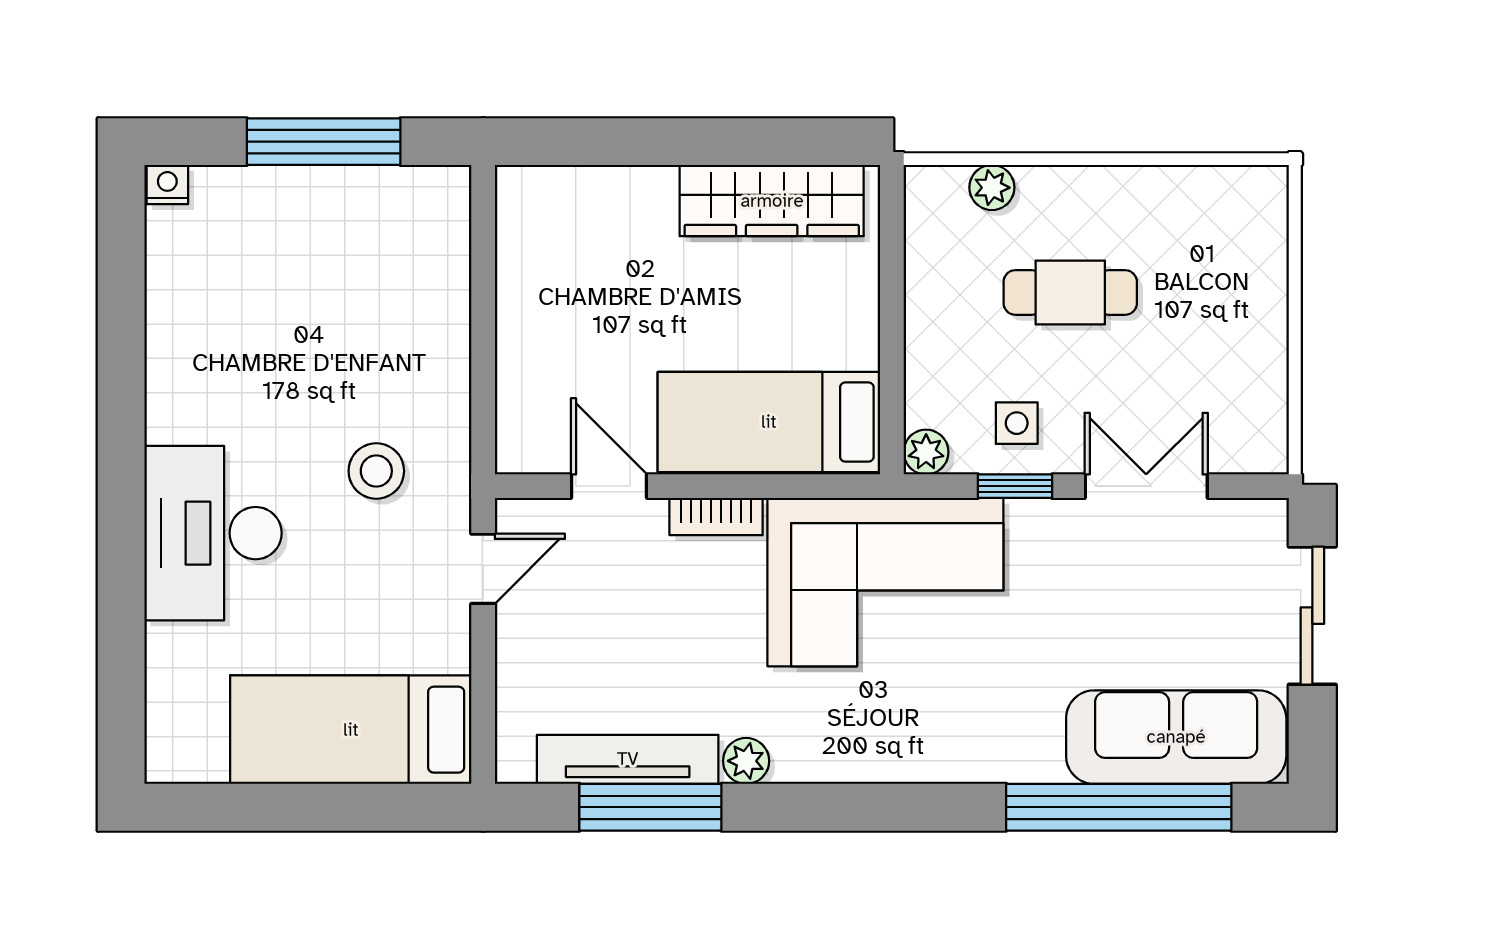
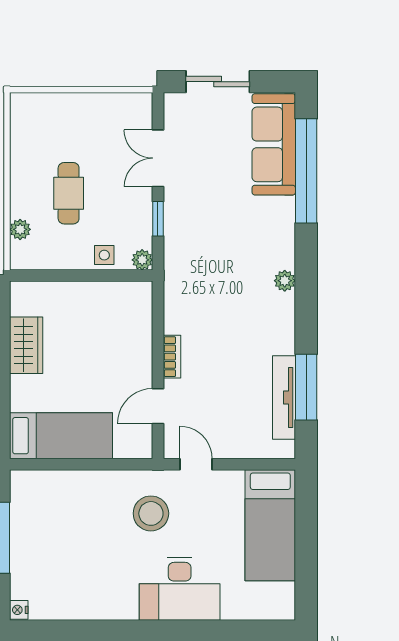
wardrobe: (772, 201) -> (26, 345), width x0.67
bed: (769, 422) -> (61, 436), moved, turned -90
side table: (1017, 423) -> (104, 255), moved
stool: (376, 471) -> (151, 513), width x1.38, depth x1.38
corner sofa: (885, 582) -> (202, 279), removed
plant: (746, 761) -> (285, 281), moved

